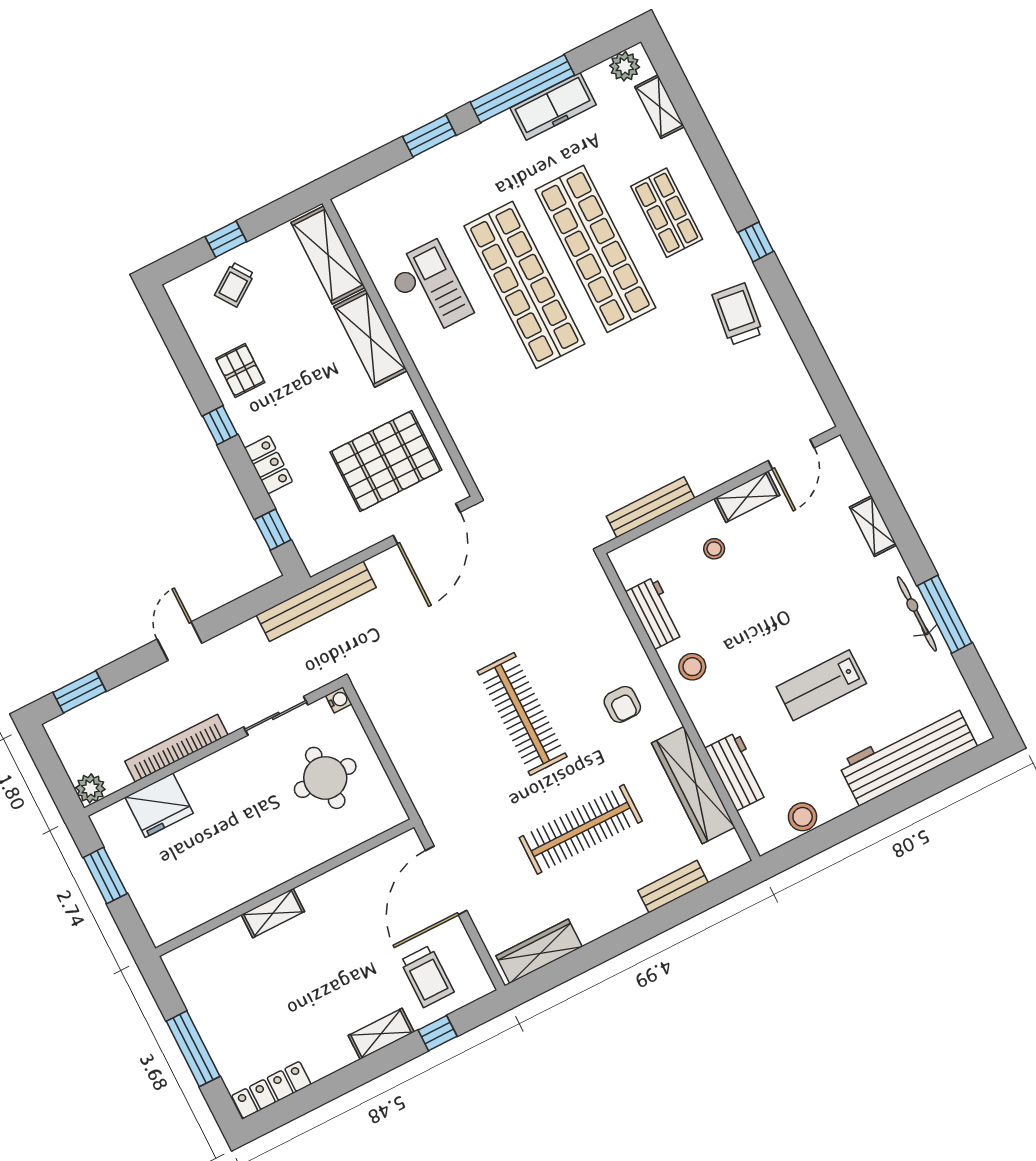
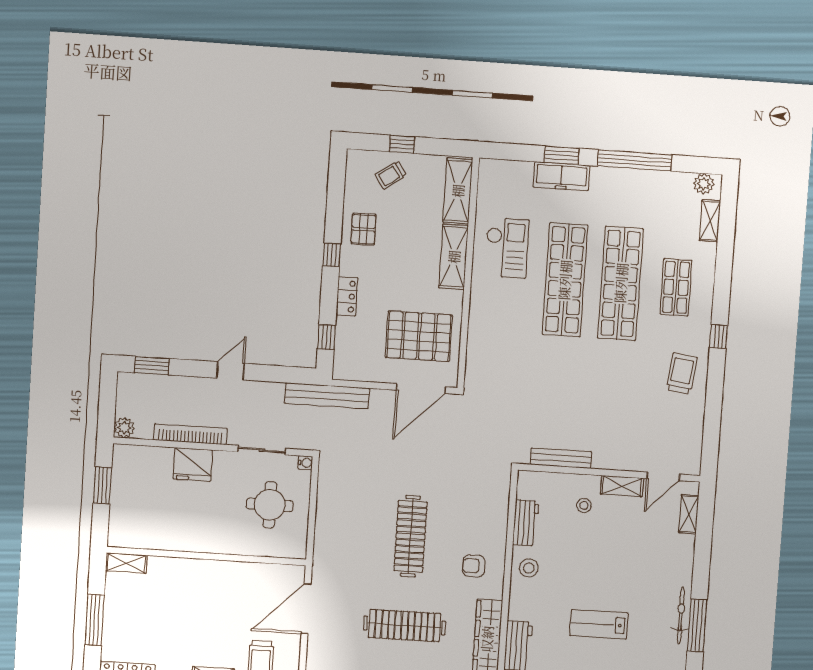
freezer: (553, 106) -> (561, 176), moved
shelving: (873, 526) -> (689, 514), moved
armchair: (622, 704) -> (474, 566), turned 90
fridge: (159, 805) -> (193, 464), moved
shelving: (273, 913) -> (126, 563), moved

